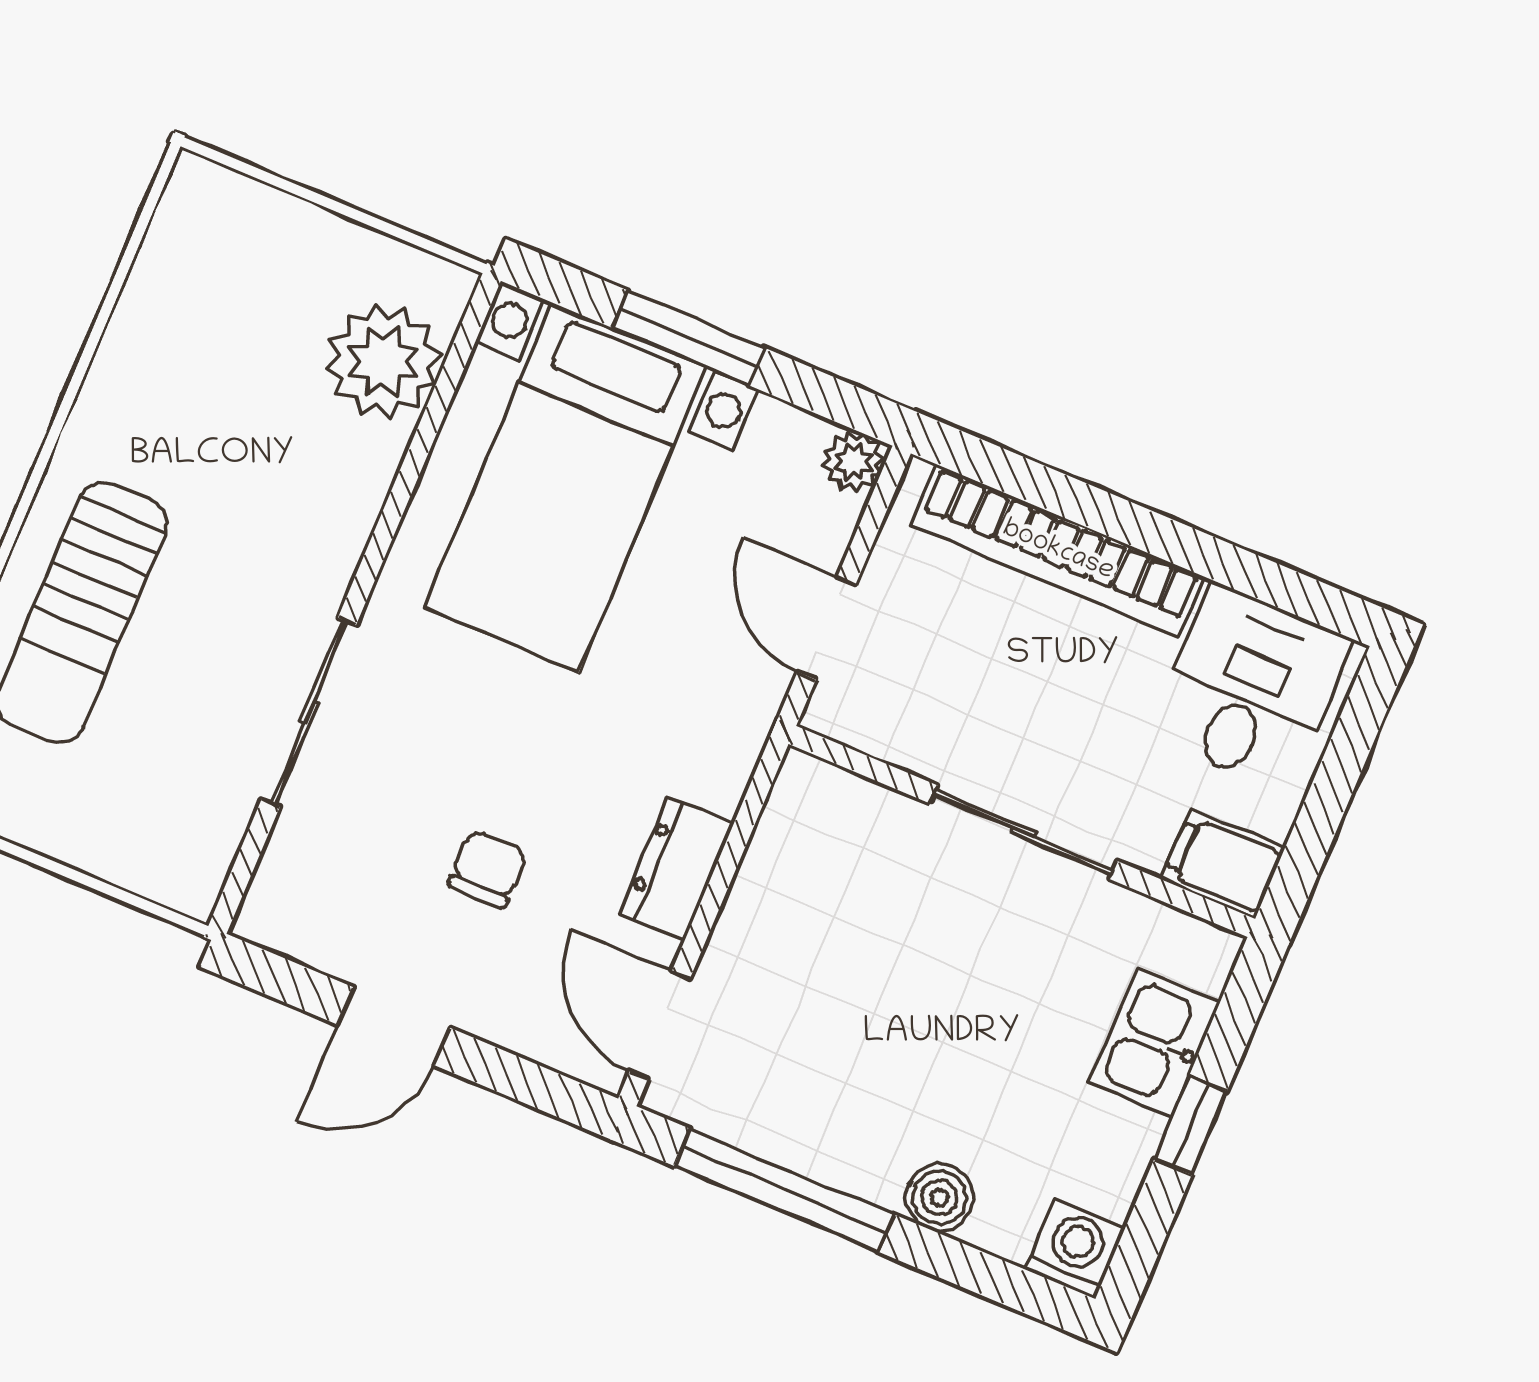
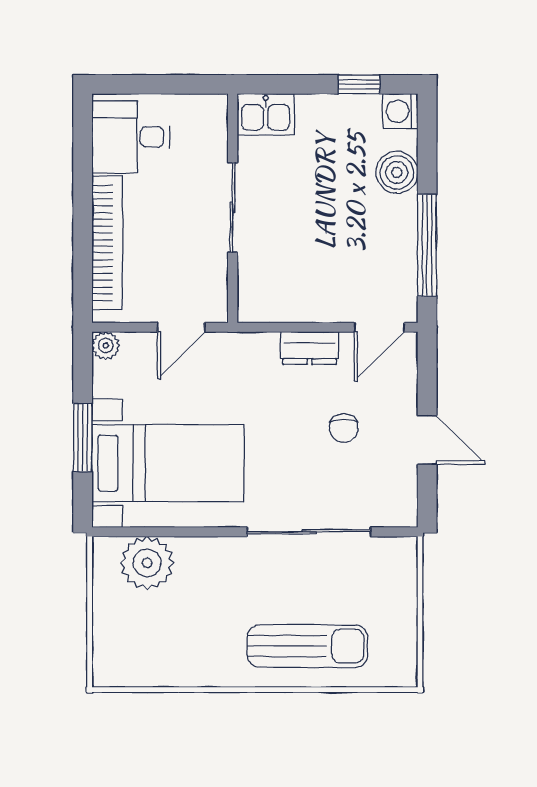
sliding door: (309, 712) -> (309, 532), width x1.37
filing cabinet: (1223, 864) -> (210, 117), removed
chair: (488, 869) -> (344, 428), turned -90
kitchen sink: (1154, 1043) -> (266, 114), moved
window: (1190, 1125) -> (359, 84), moved
boiler: (939, 1197) -> (397, 172), width x1.36, depth x1.36

